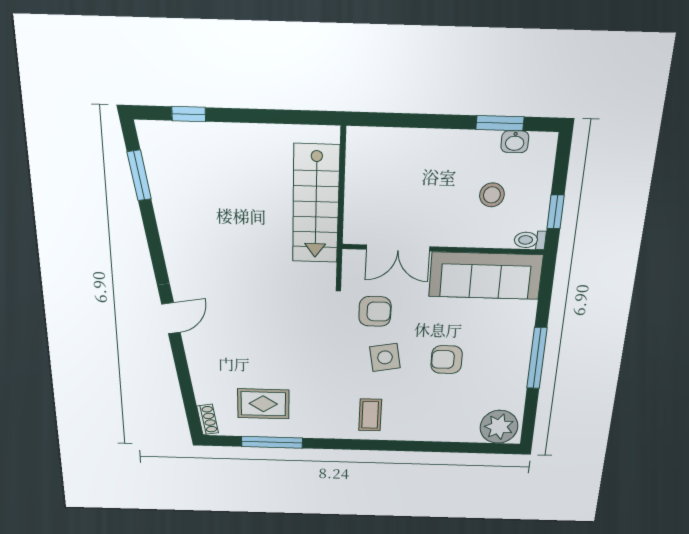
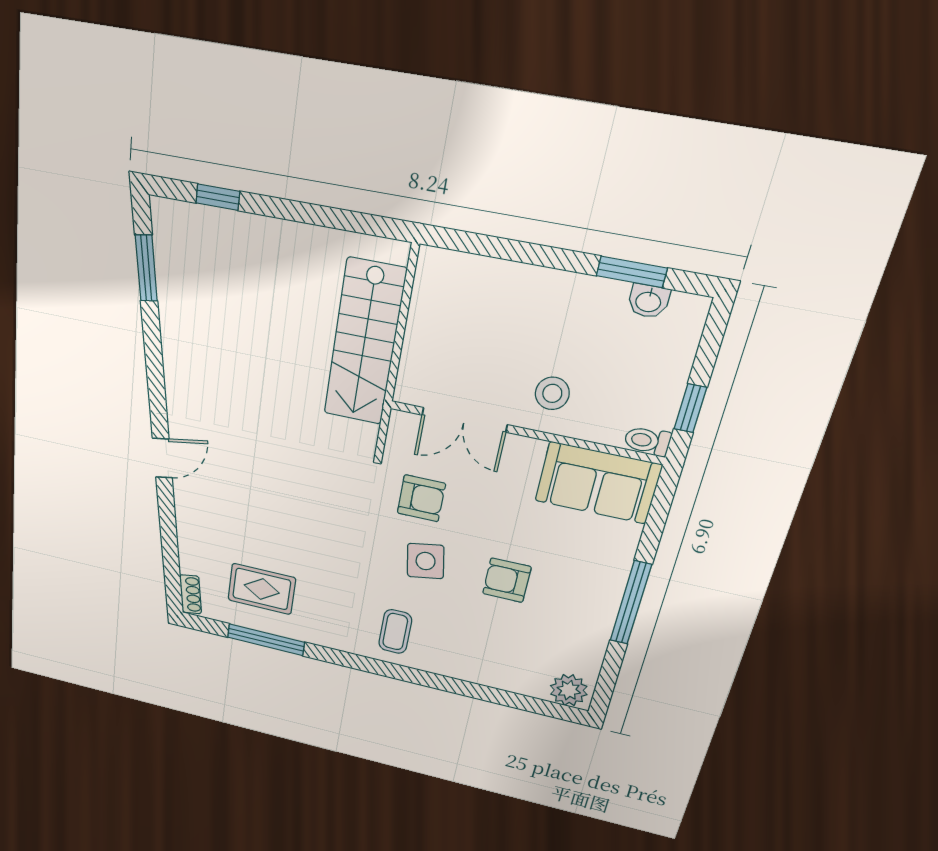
stool: (492, 195) -> (552, 393), moved
sofa: (486, 276) -> (598, 483), width x0.73
plant: (499, 427) -> (569, 690), width x0.73, depth x0.73

